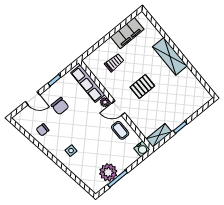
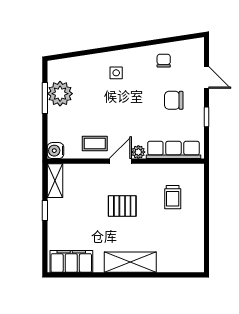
filing cabinet: (127, 33) -> (71, 261), moved, turned 90
pallet: (142, 86) -> (122, 206), turned 90
door: (32, 98) -> (207, 77), swing flipped

